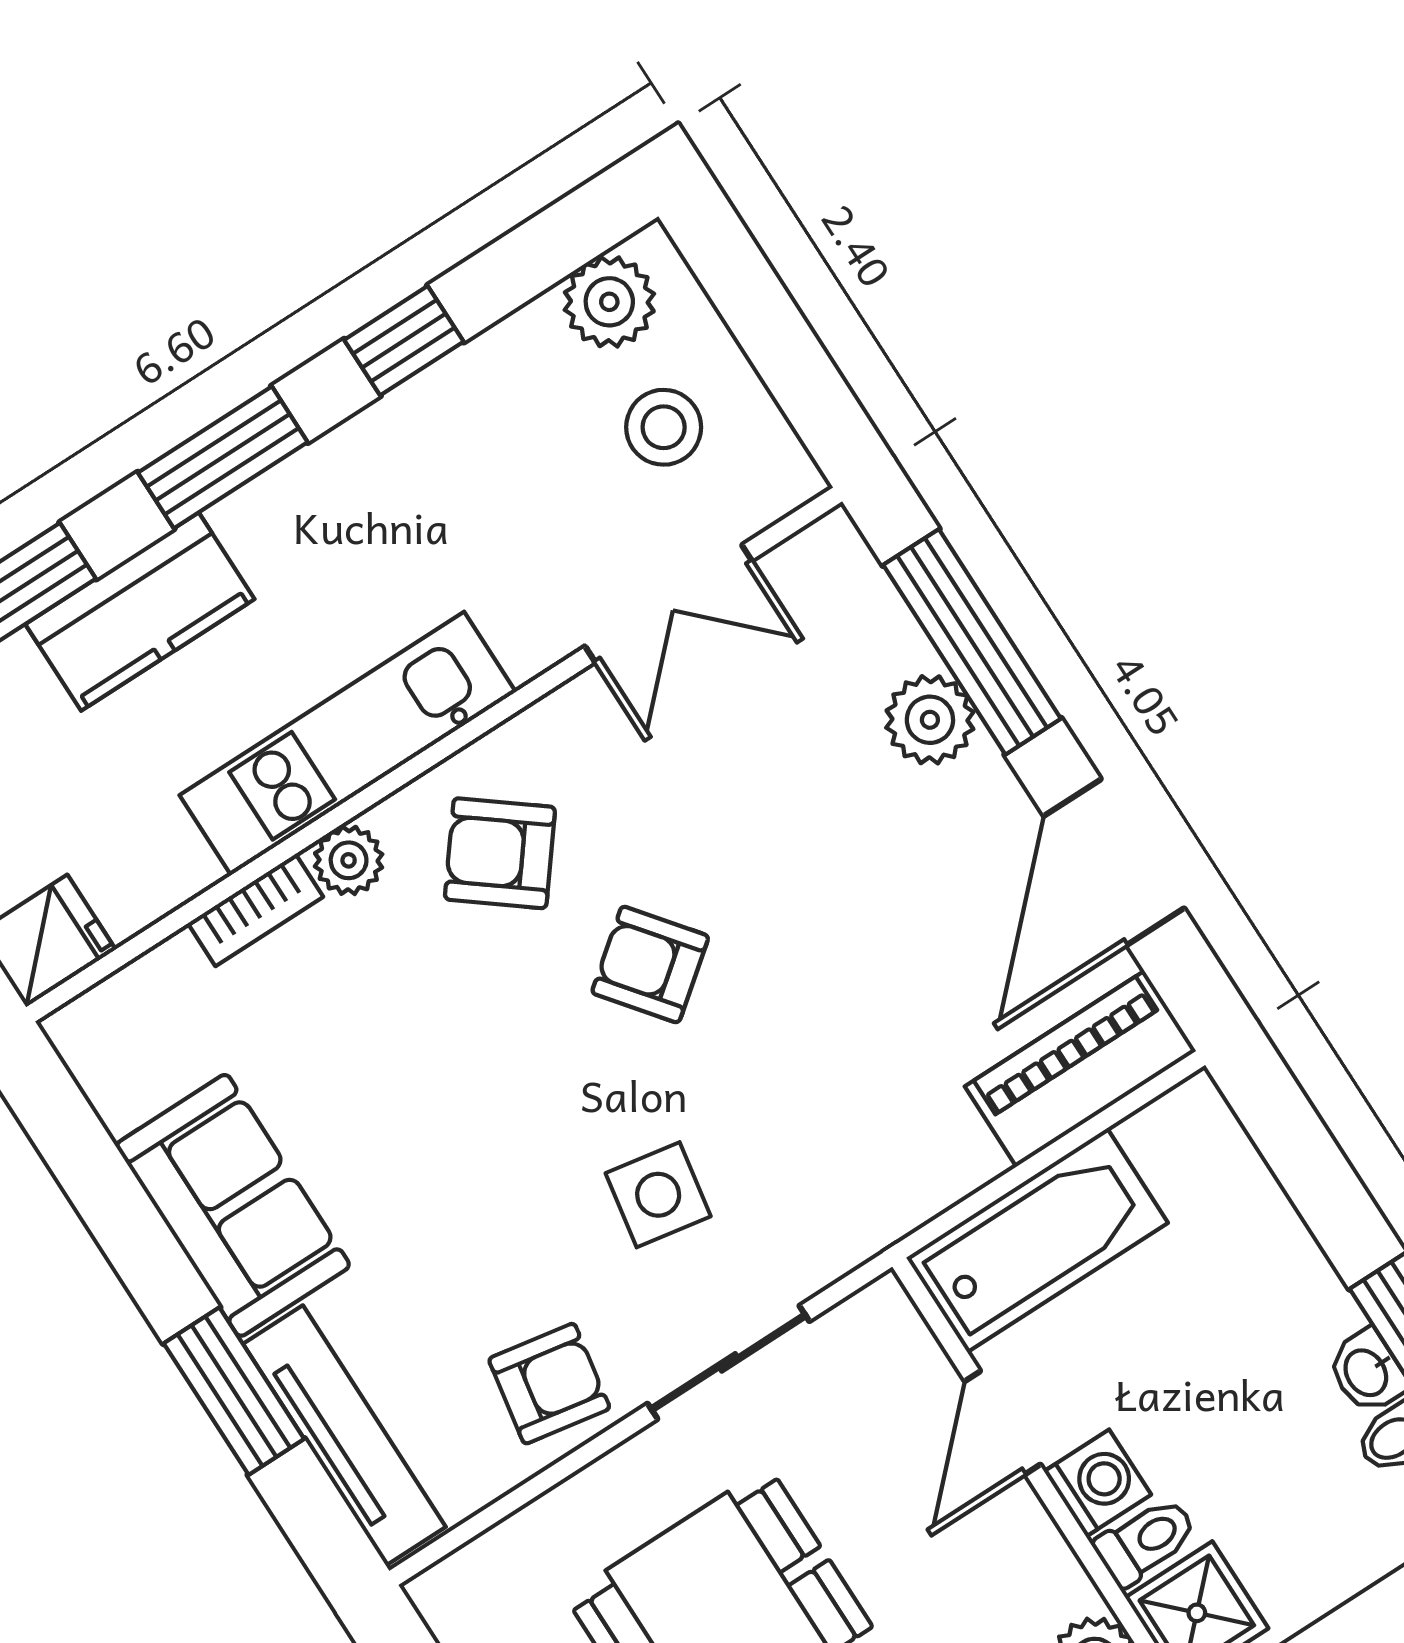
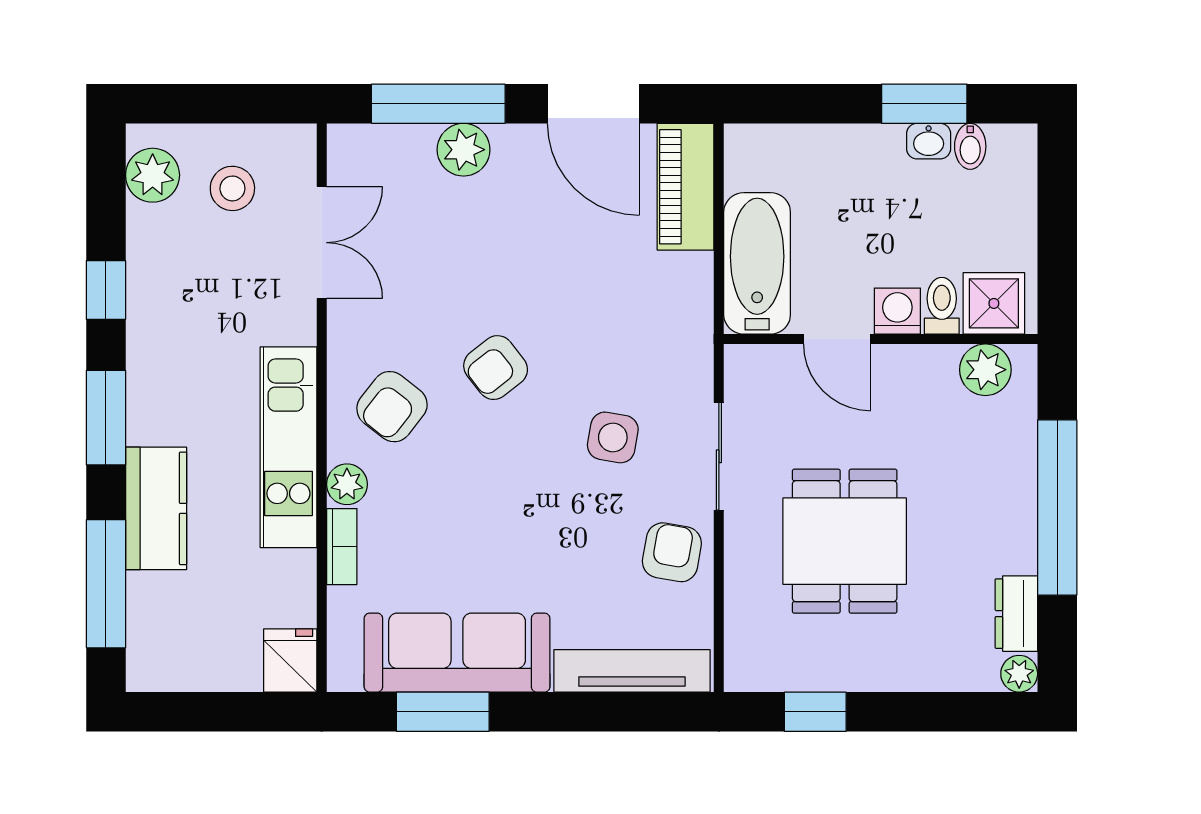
sofa: (233, 1205) -> (457, 653), width x1.36
window: (234, 1391) -> (443, 712), moved

